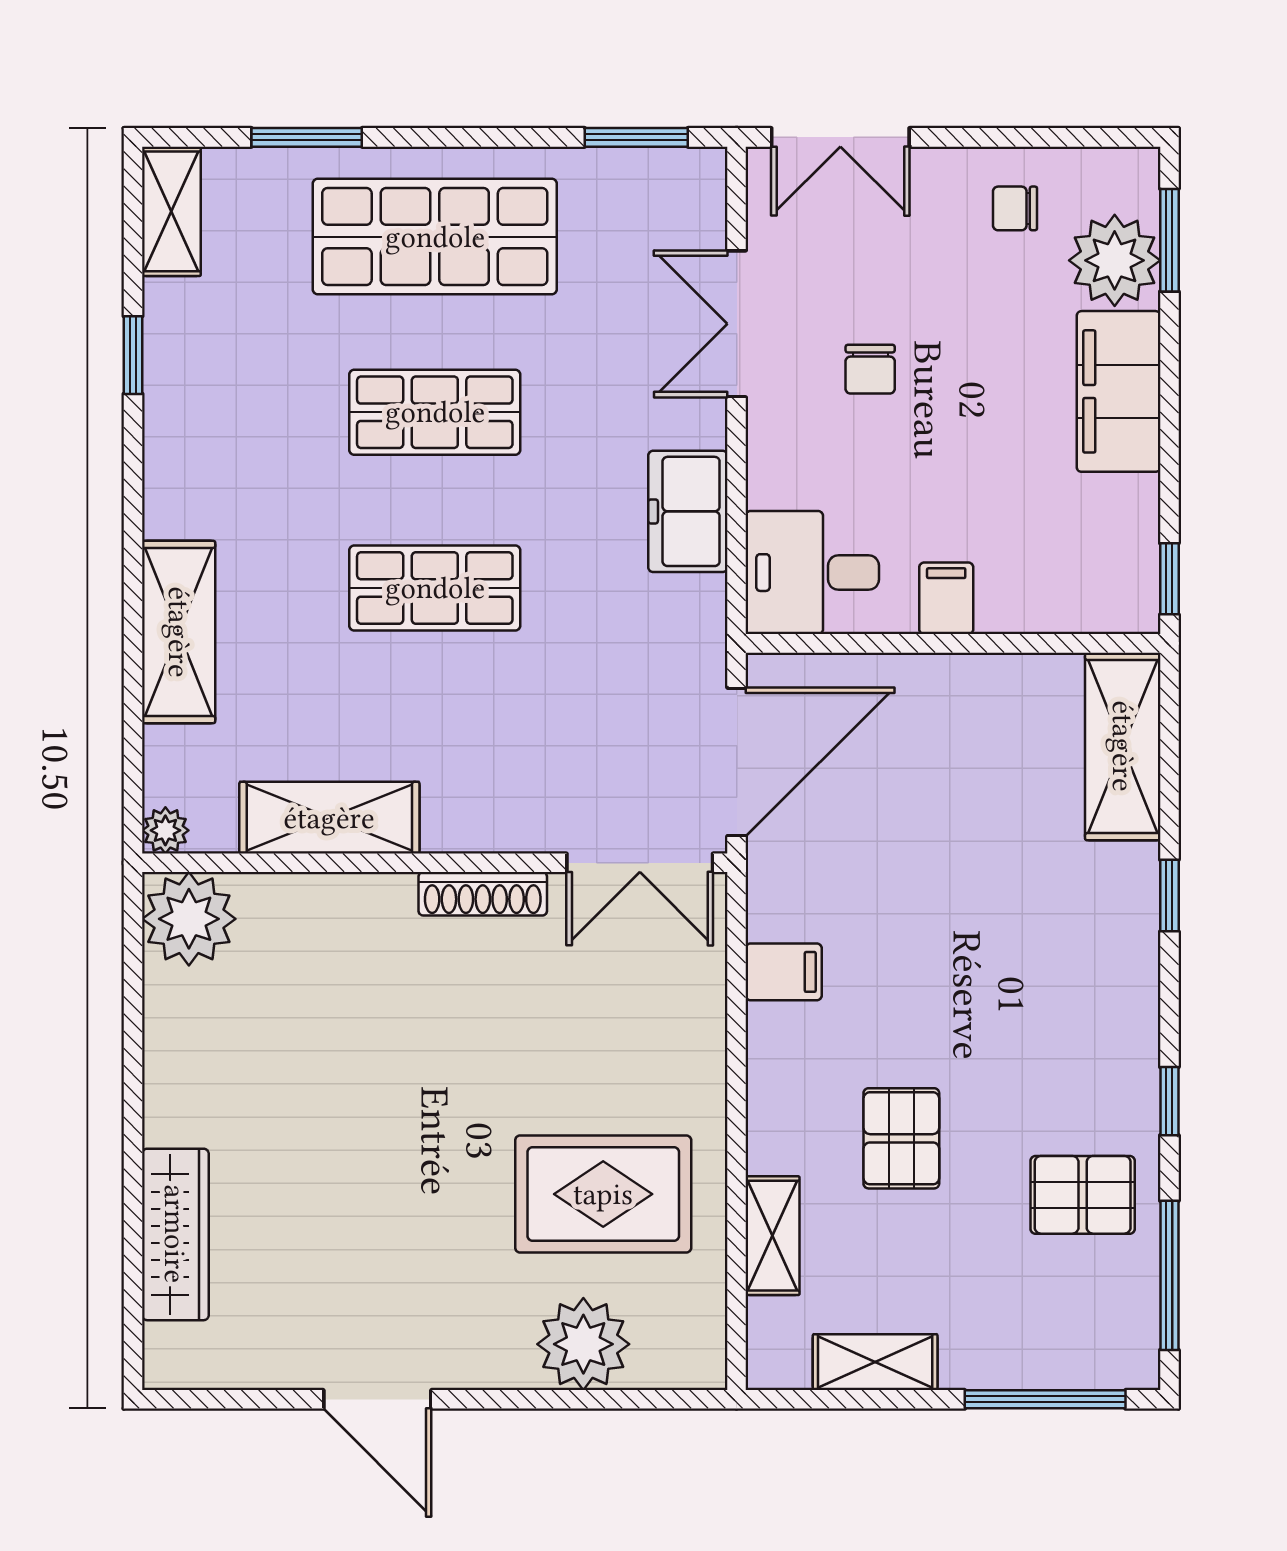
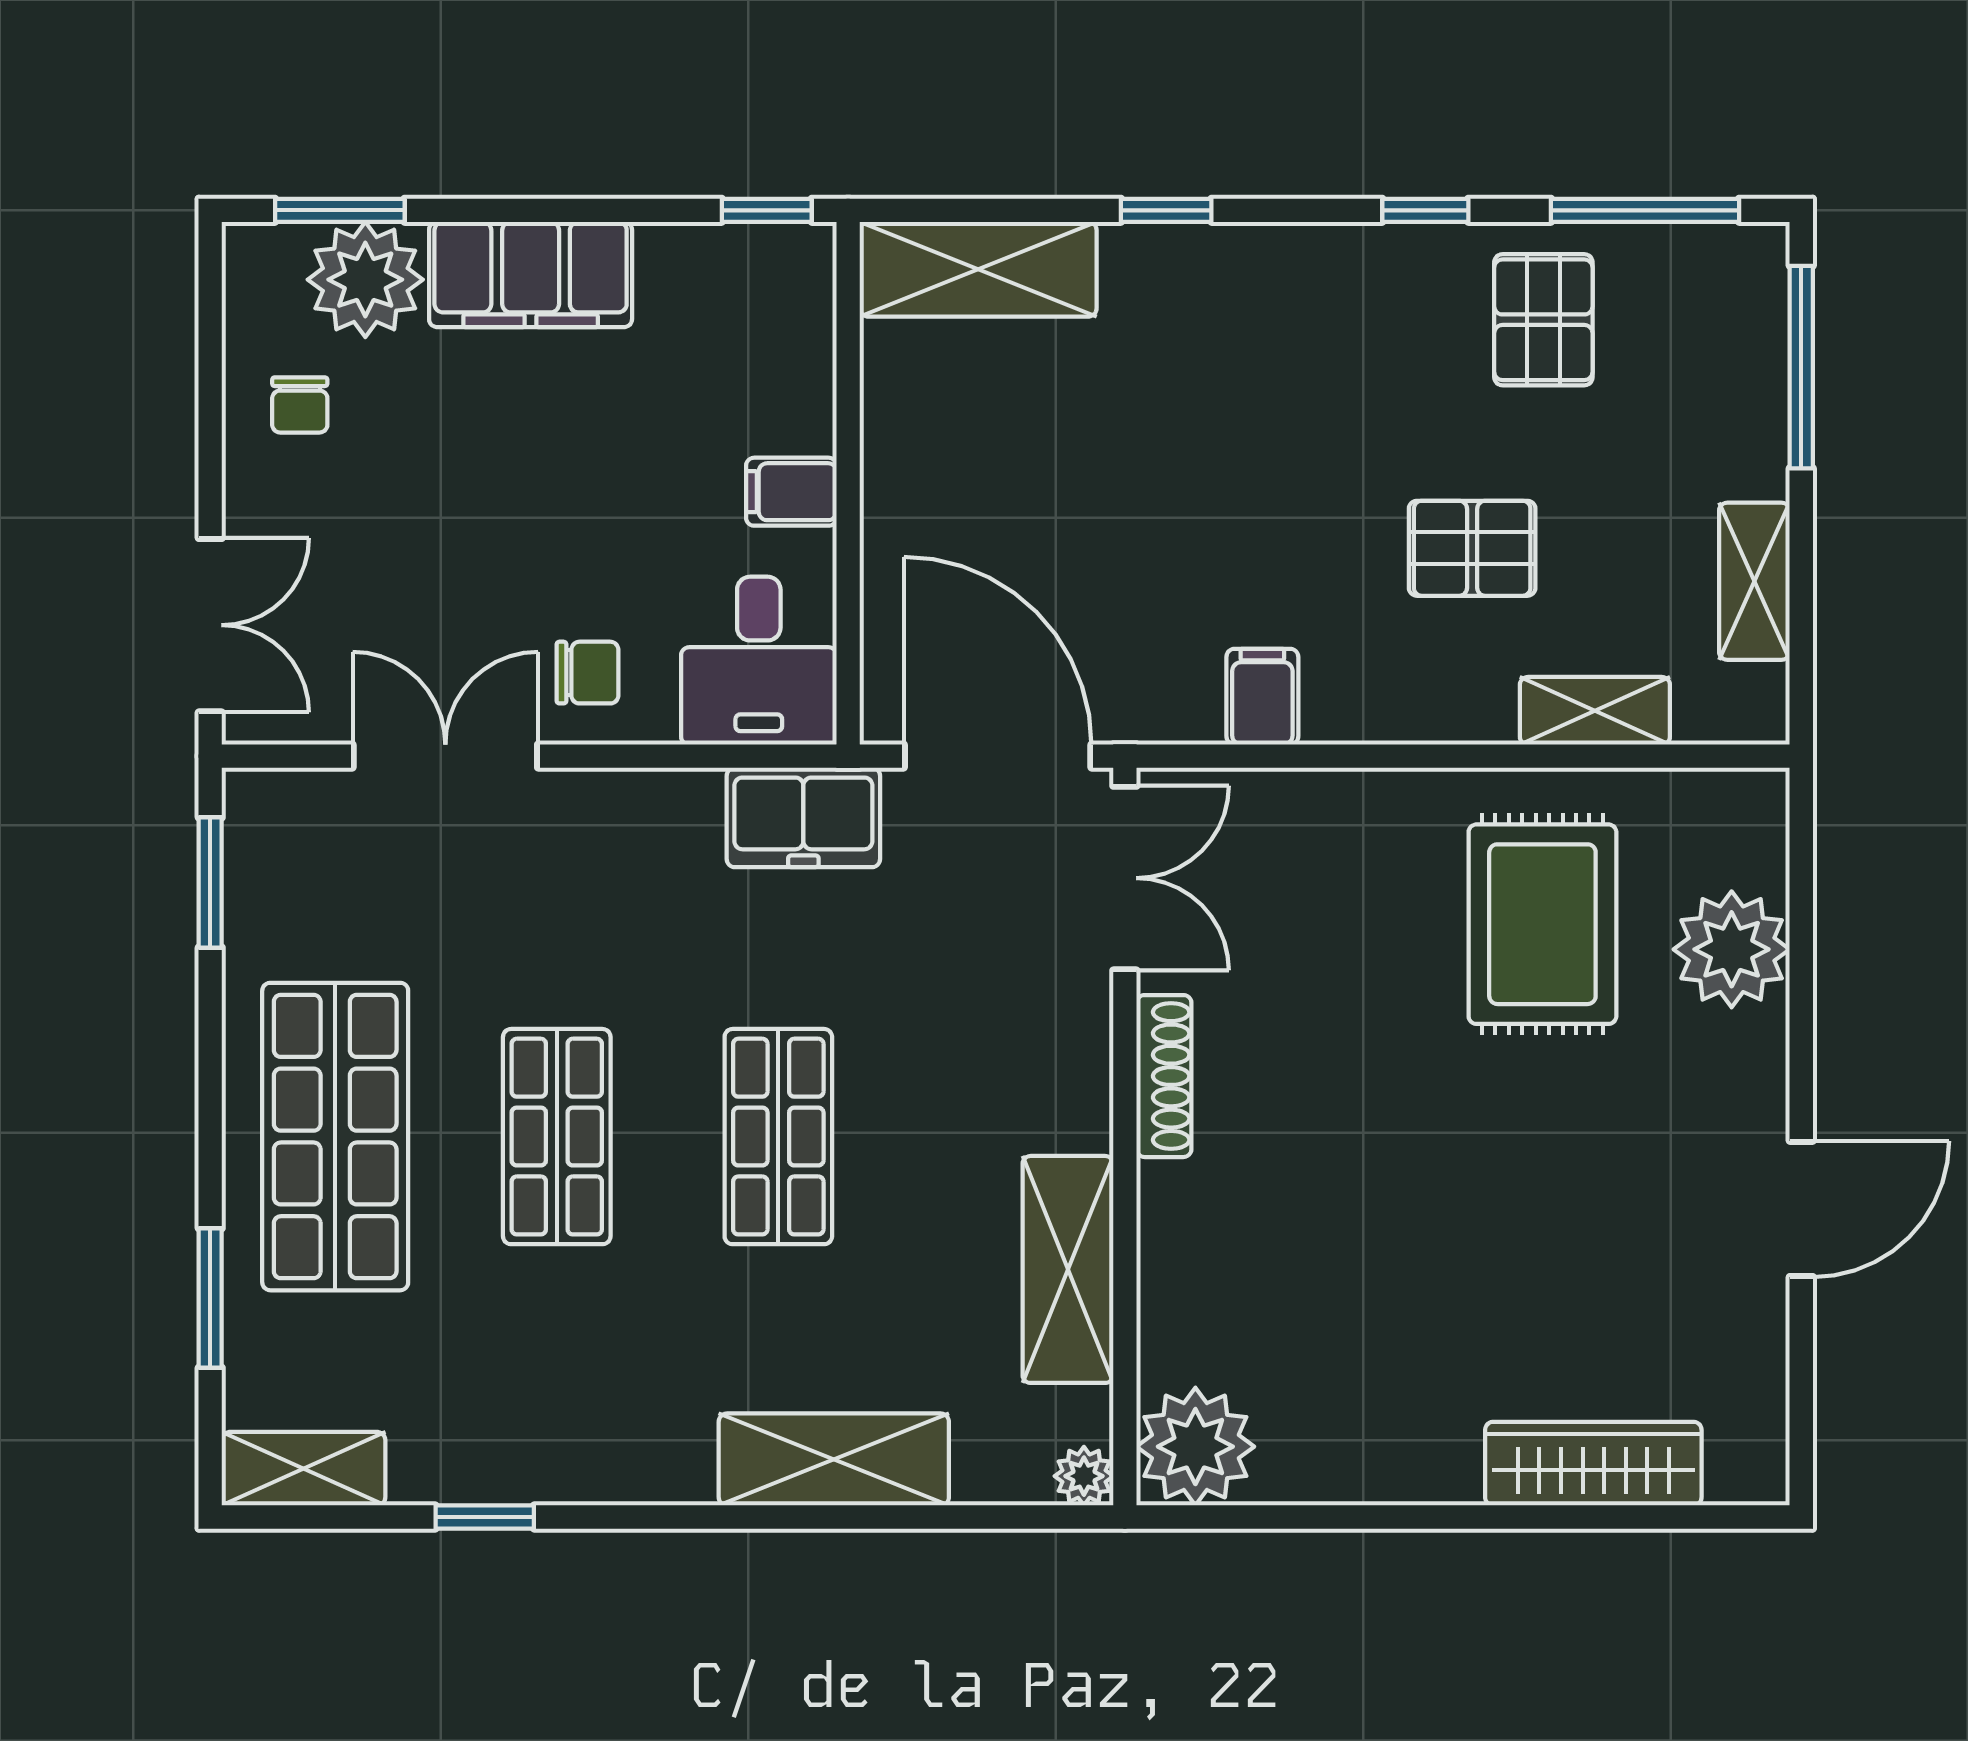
double door: (737, 324) -> (445, 756), swing flipped
chair: (870, 369) -> (587, 673), moved
freezer: (688, 511) -> (803, 817), moved

